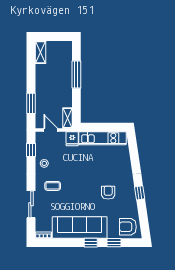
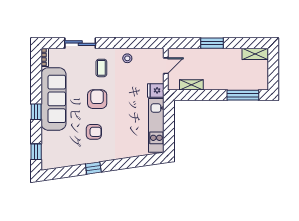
window: (76, 75) -> (243, 95), moved
window: (31, 103) -> (212, 43), moved
shelving: (67, 118) -> (191, 85), moved
window: (31, 150) -> (143, 43), removed
armchair: (128, 227) -> (97, 99), moved
window: (114, 243) -> (36, 152), moved

